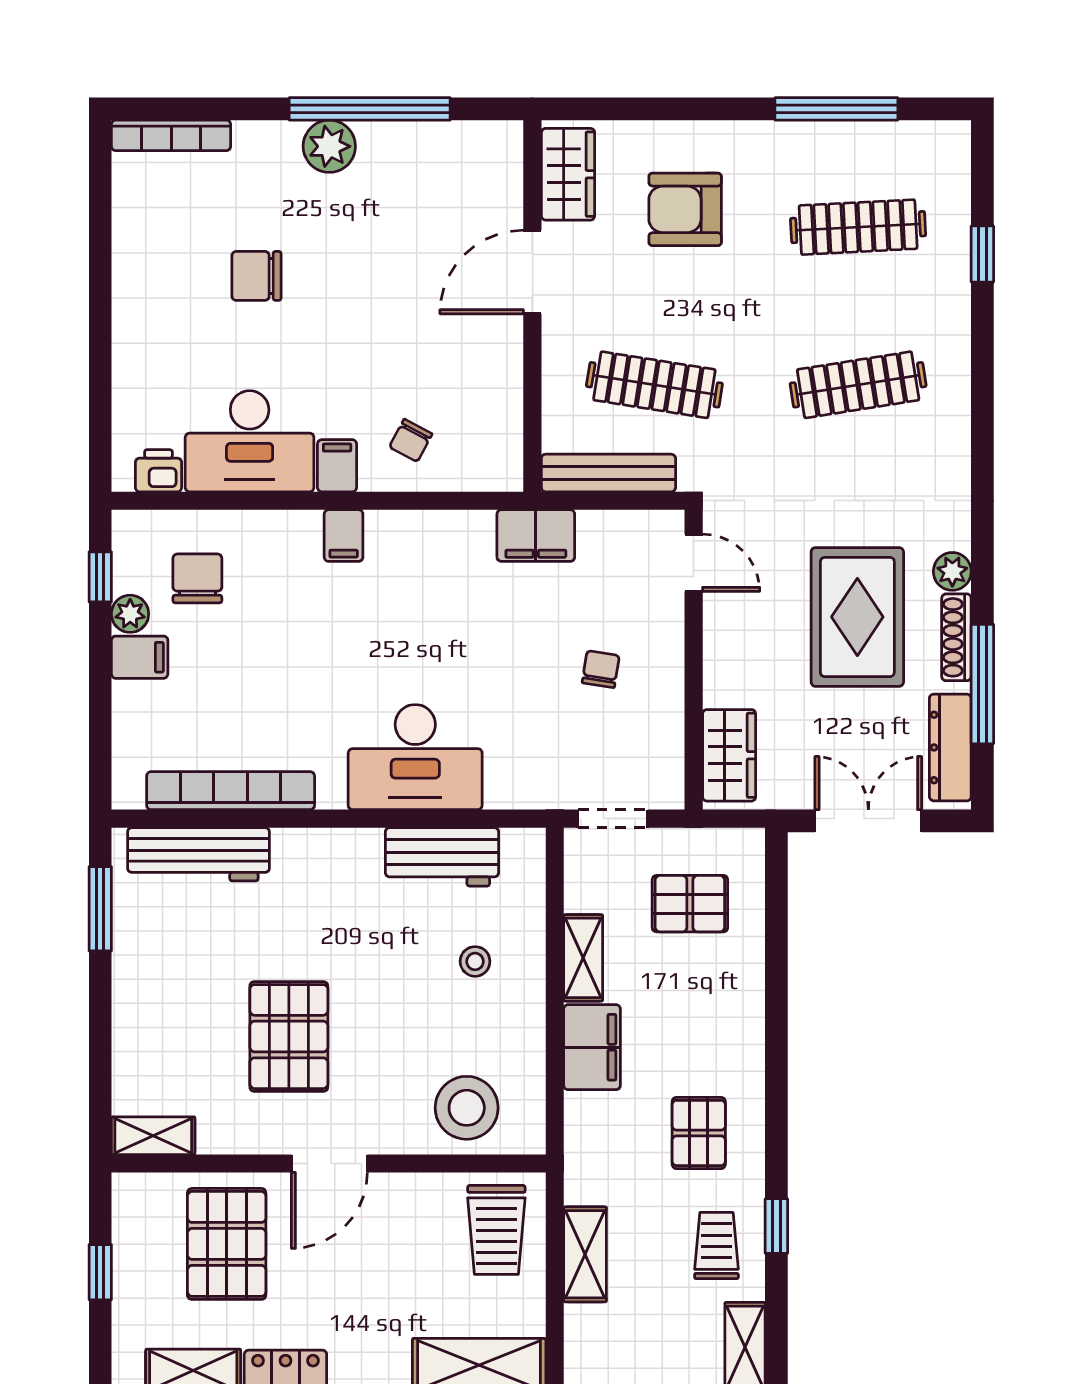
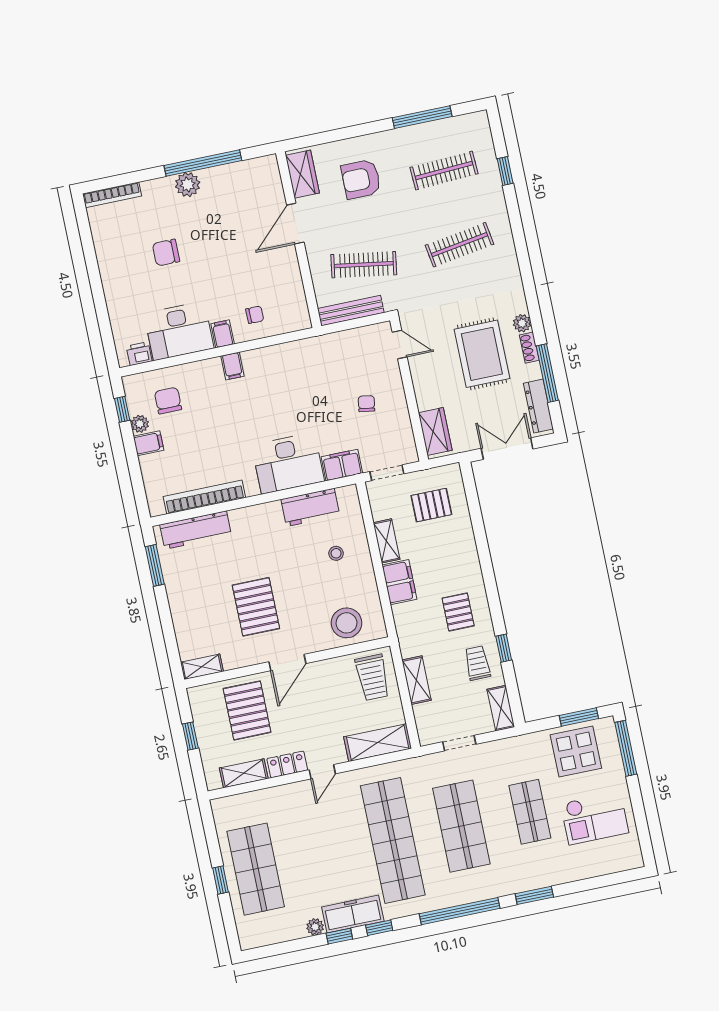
chair: (411, 440) -> (255, 315), turned -118
filing cabinet: (536, 536) -> (342, 465), moved, turned 180
shoe rack: (956, 637) -> (529, 348), width x0.70

